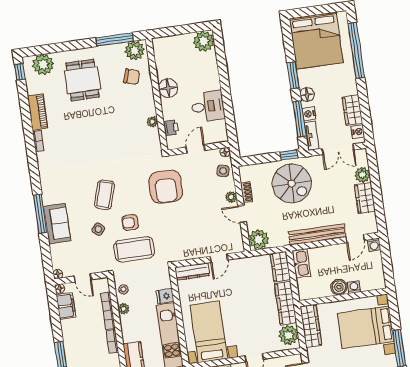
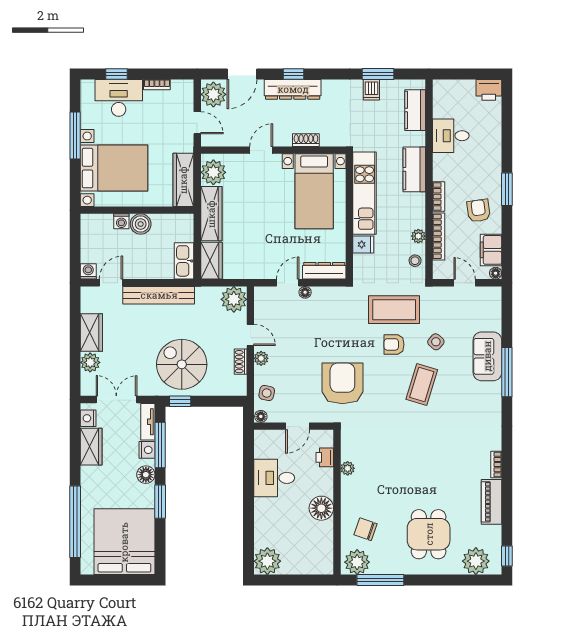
armchair: (130, 222) -> (394, 344), turned 180
floor lamp: (58, 274) -> (305, 292), moved
armchair: (80, 335) -> (479, 211), added

